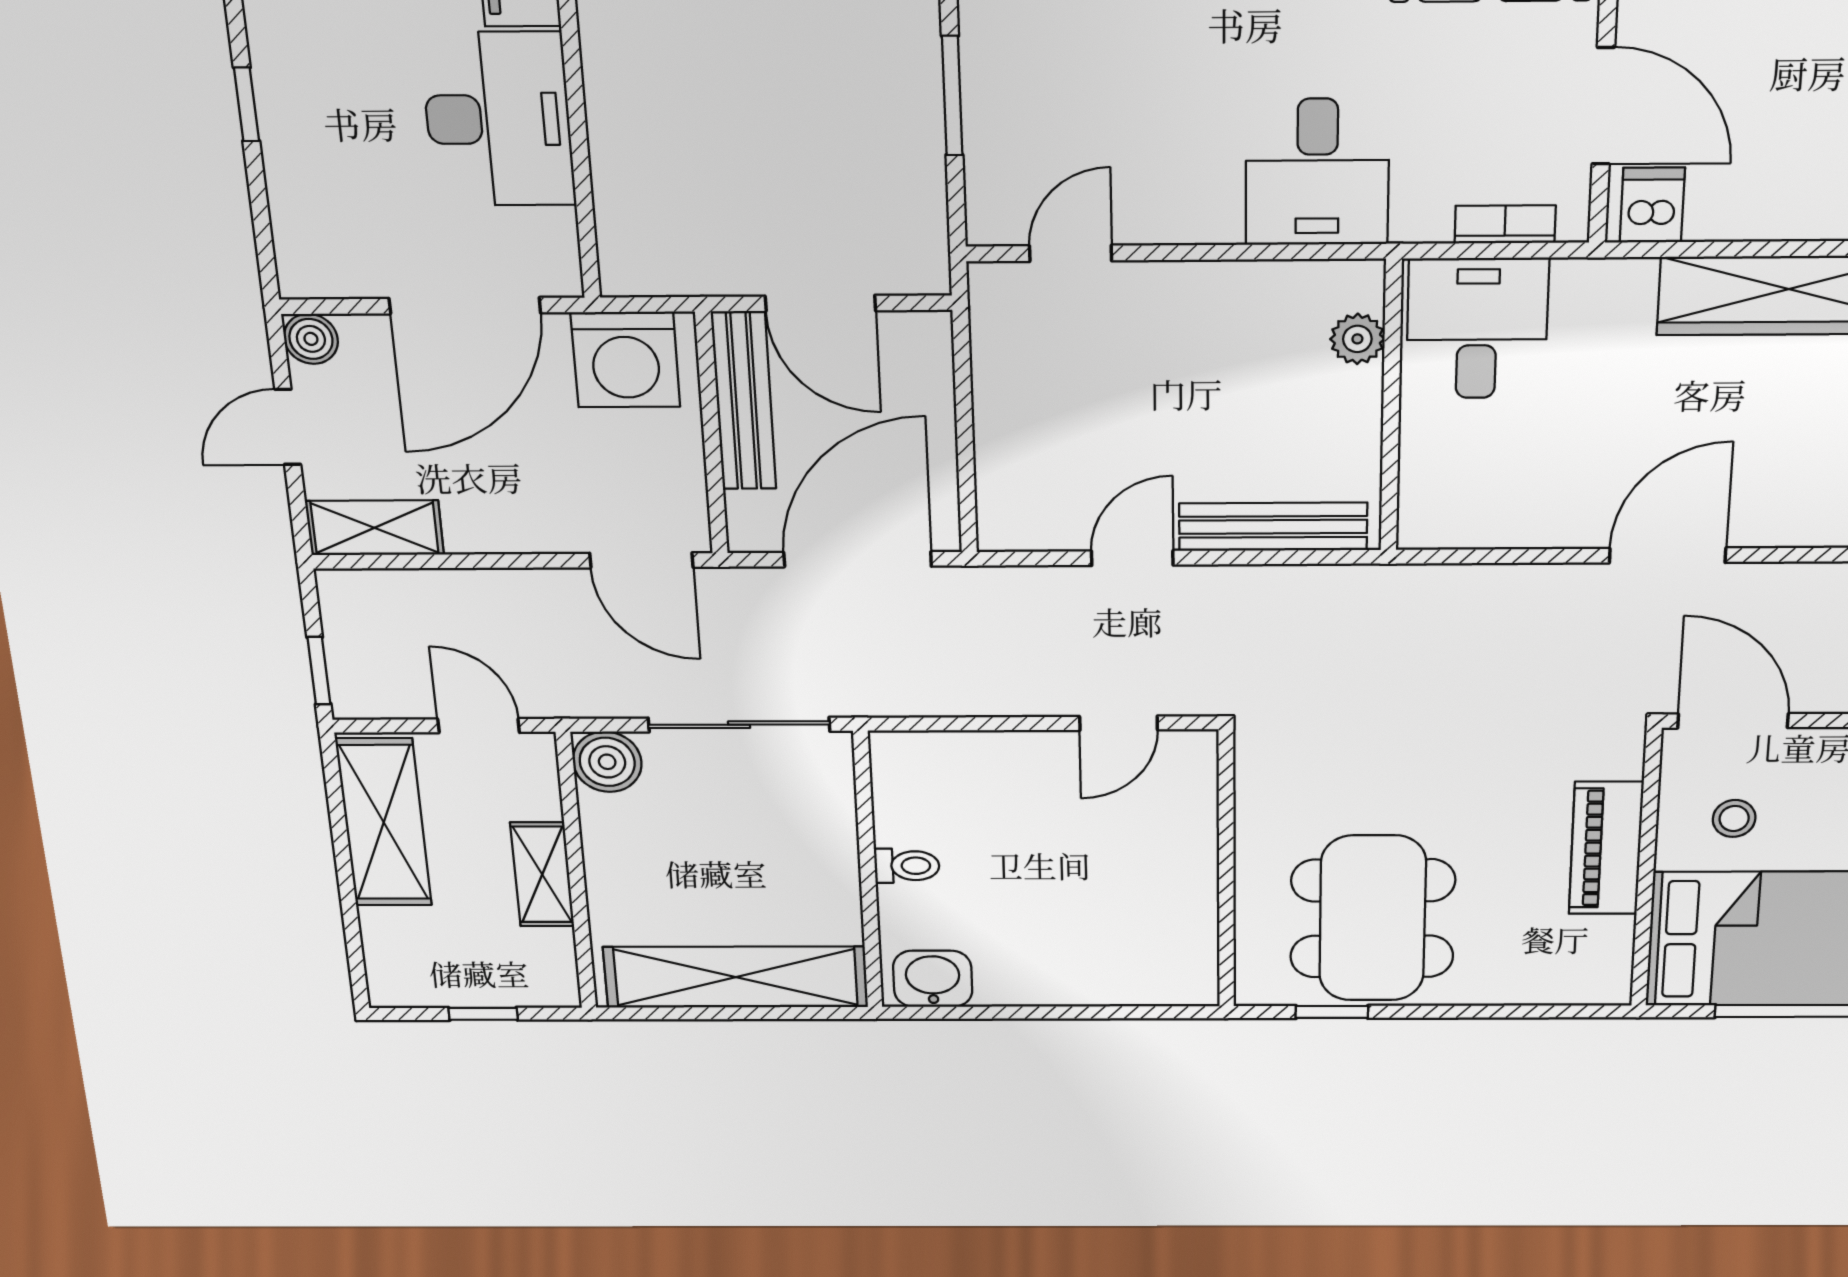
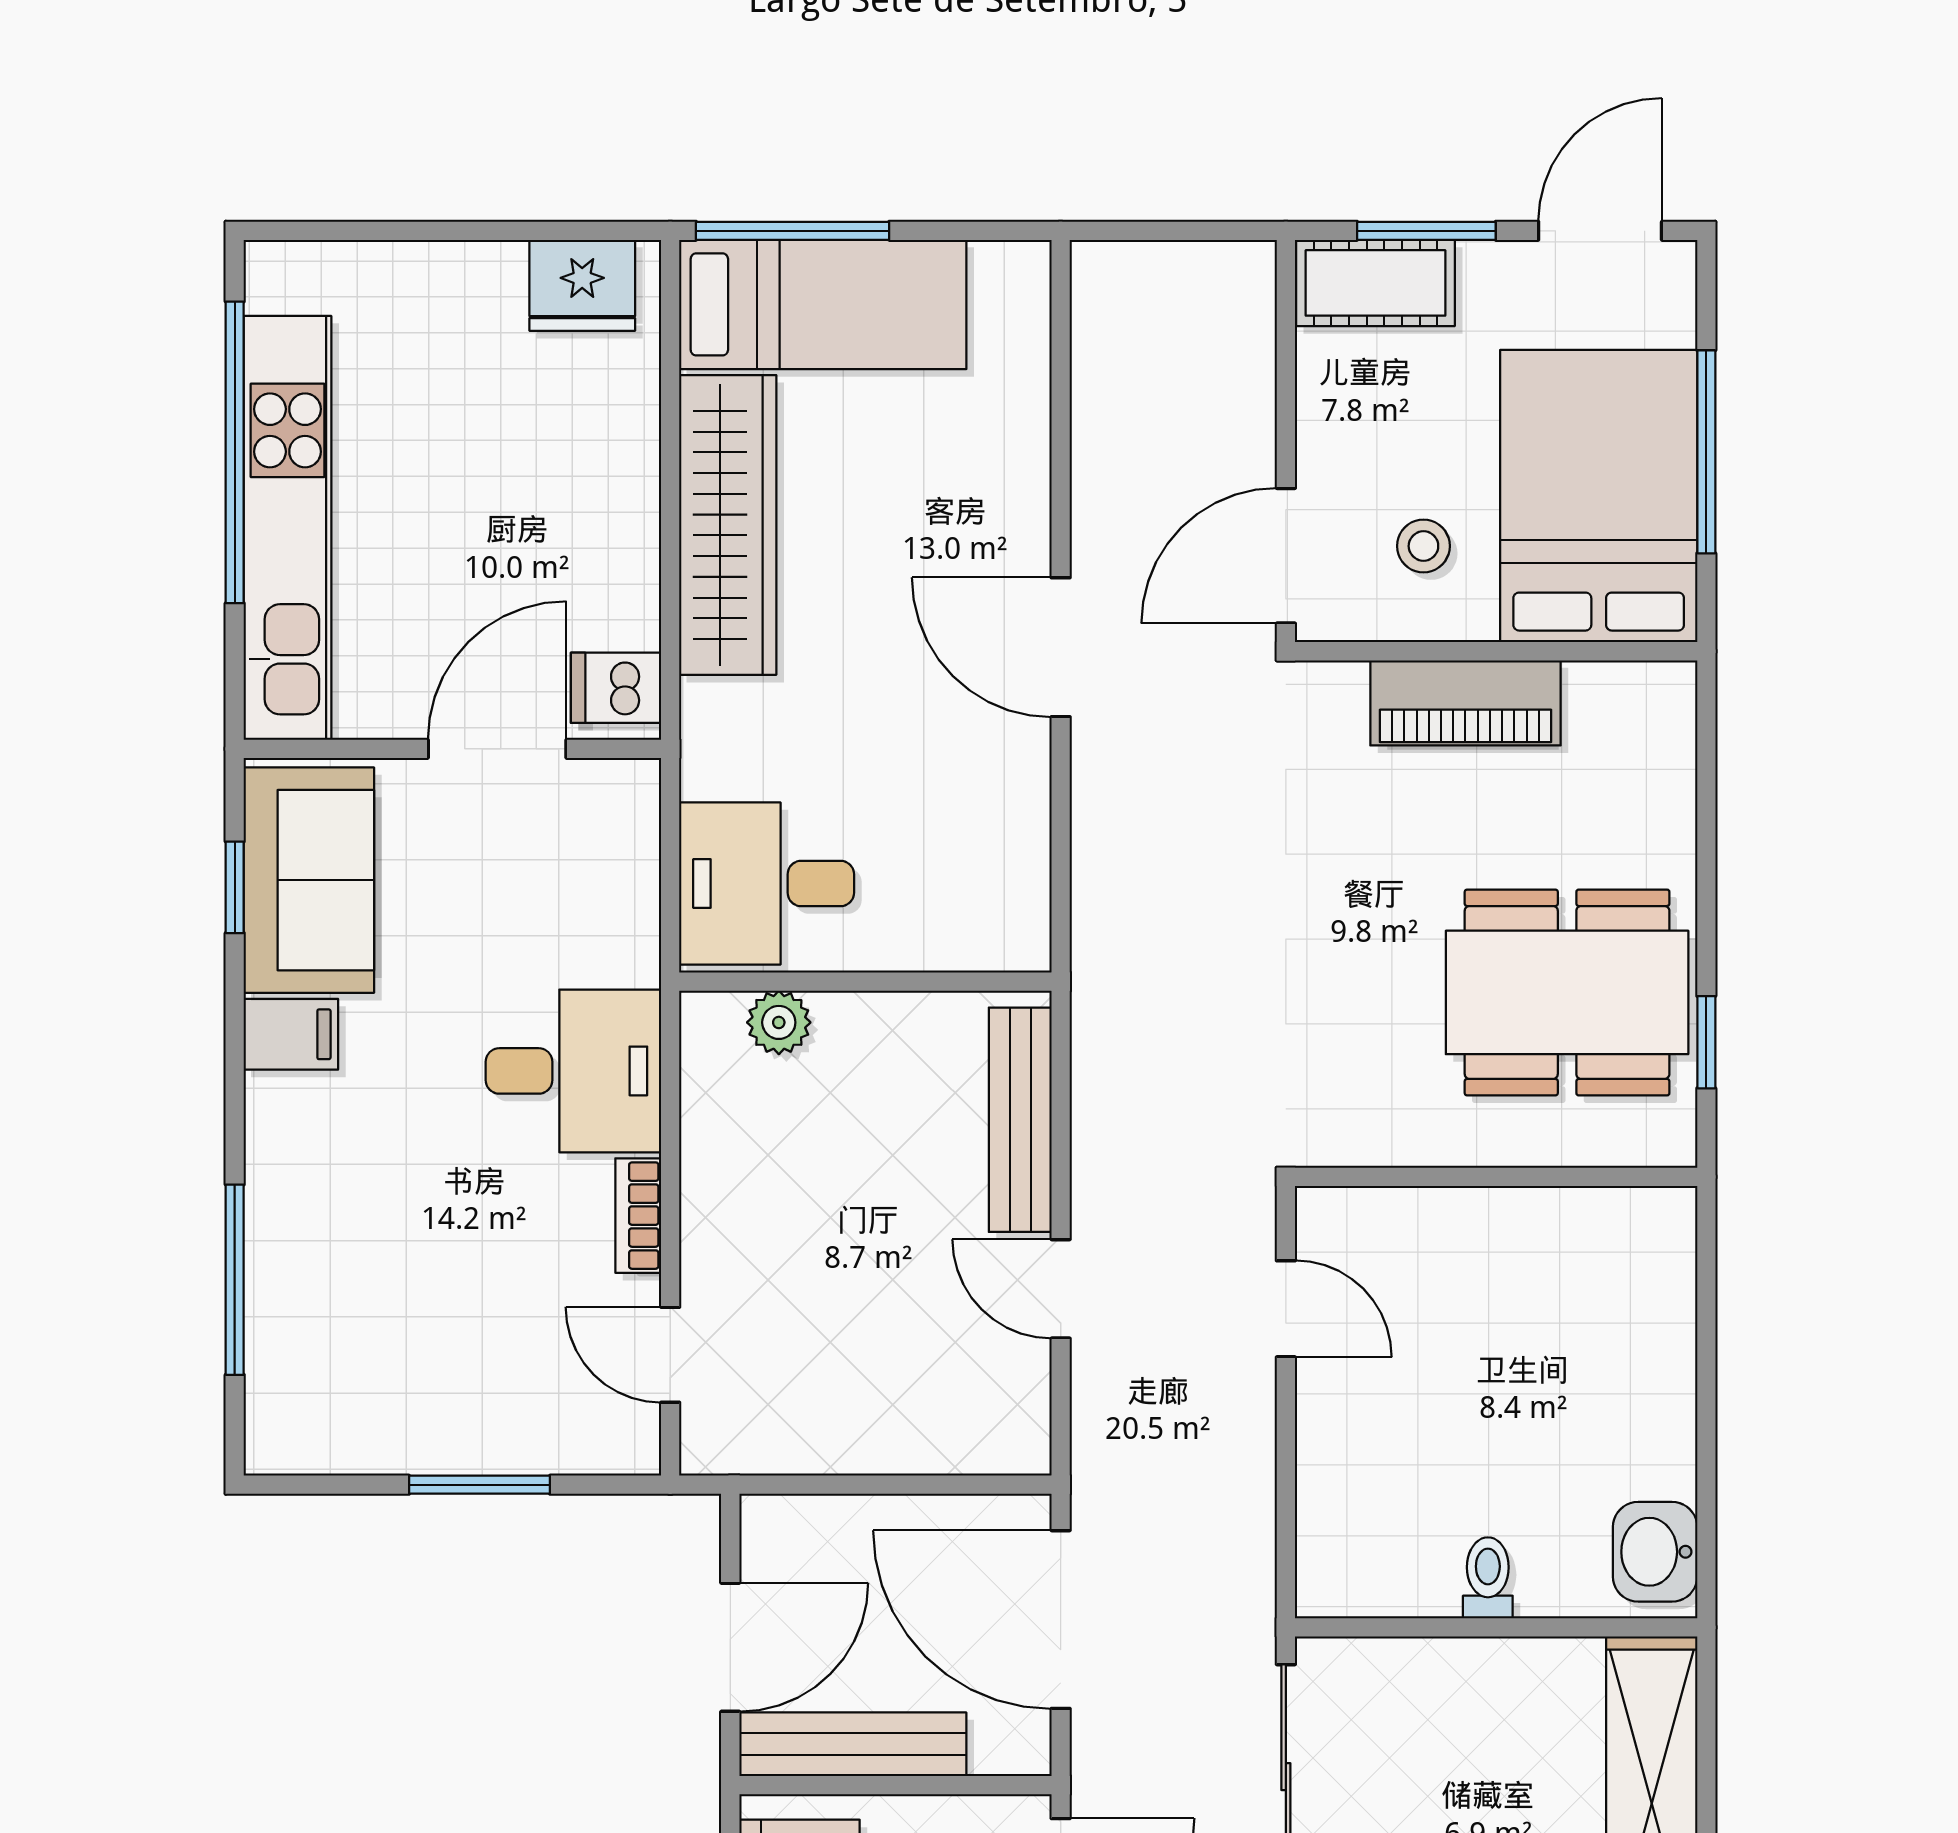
bookcase: (1505, 224) -> (638, 1216), moved

